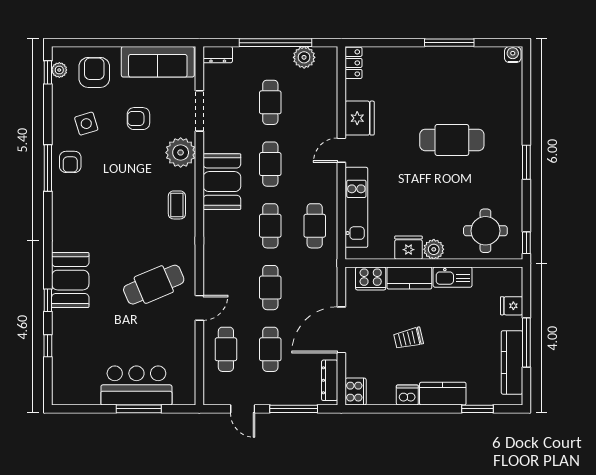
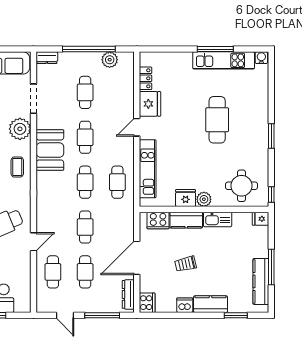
kitchen unit: (461, 58) -> (224, 60), added
locker: (353, 63) -> (146, 78), moved
cafe table: (452, 140) -> (217, 120), turned 90
fridge: (512, 306) -> (261, 219), moved

